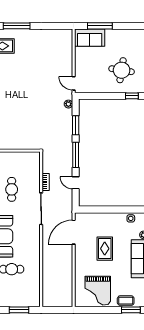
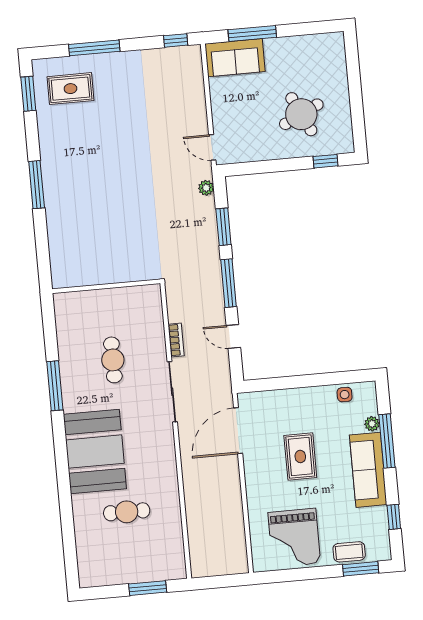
window: (59, 26) -> (176, 40), added
round table: (122, 70) -> (301, 114), turned -35

